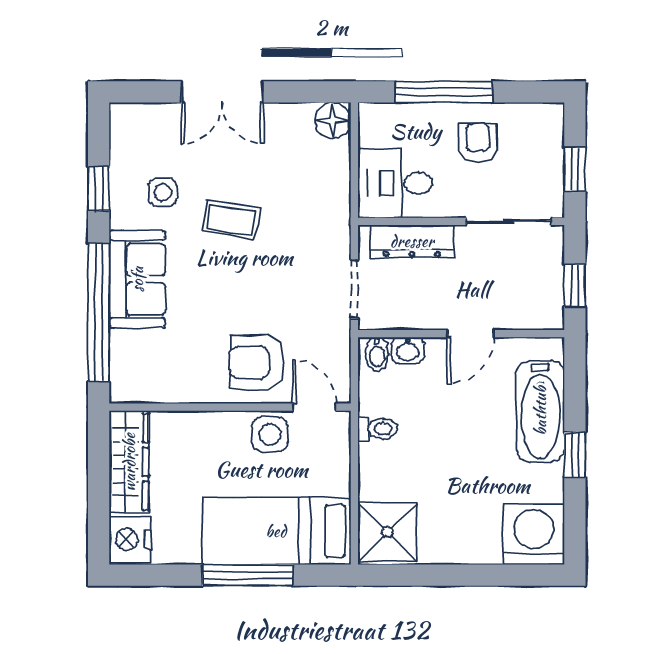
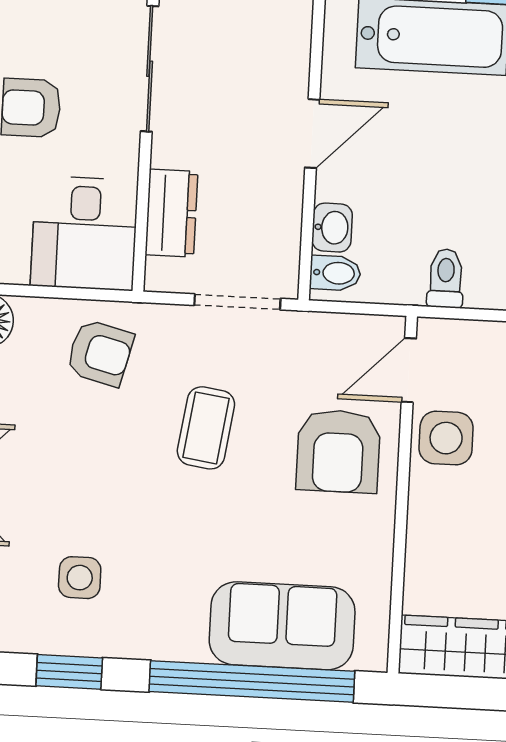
armchair: (315, 198) -> (100, 353), added
coffee table: (231, 220) -> (206, 428), moved
dresser: (412, 241) -> (172, 213), width x0.70
sofa: (137, 279) -> (282, 626), moved
door: (470, 334) -> (312, 134), hinge flipped

